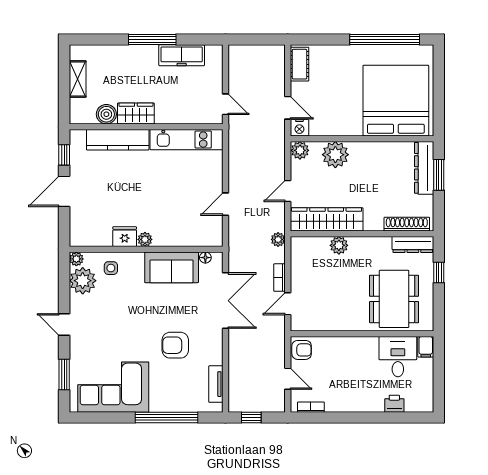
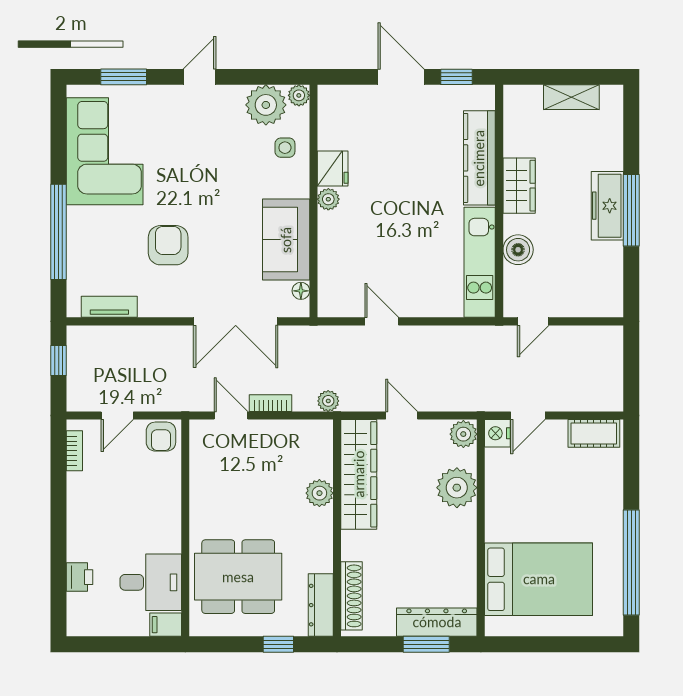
freezer: (182, 55) -> (607, 206), moved
bed: (396, 101) -> (539, 579), width x0.73
boiler: (106, 114) -> (518, 250), moved

